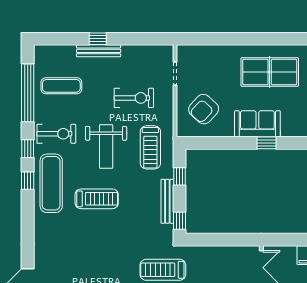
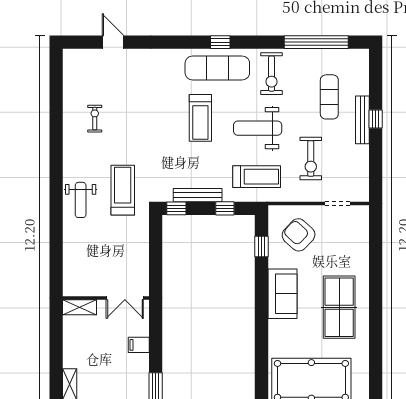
exercise mat: (61, 86) -> (329, 97), moved
window: (267, 143) -> (262, 246), moved
treadmill: (150, 147) -> (257, 177), turned 180
window: (28, 149) -> (255, 42), removed

